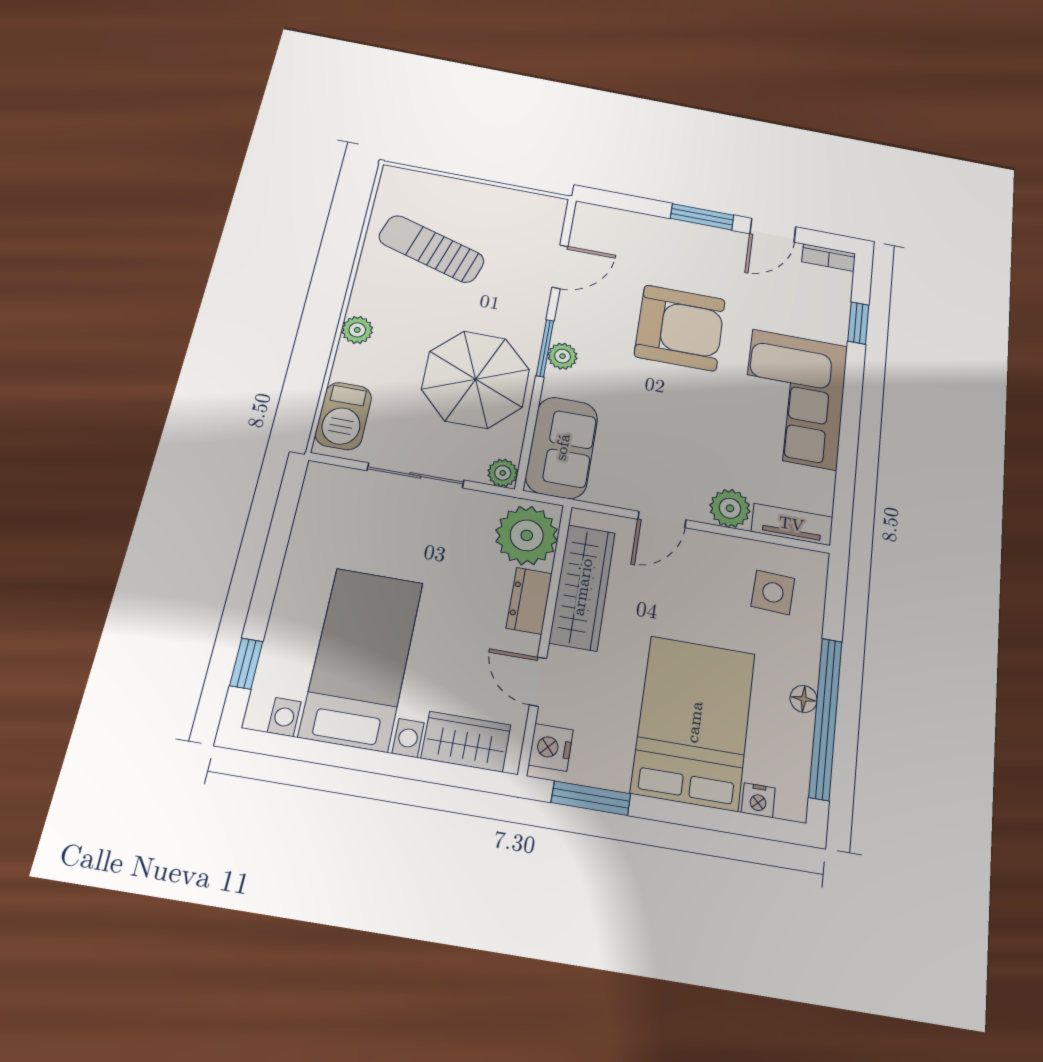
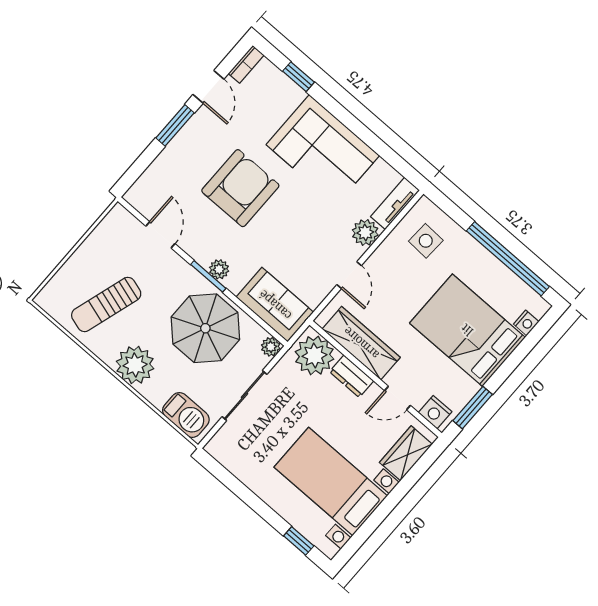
plant: (357, 330) -> (135, 365), width x1.88, depth x1.88
floor lamp: (804, 699) -> (491, 264), removed

